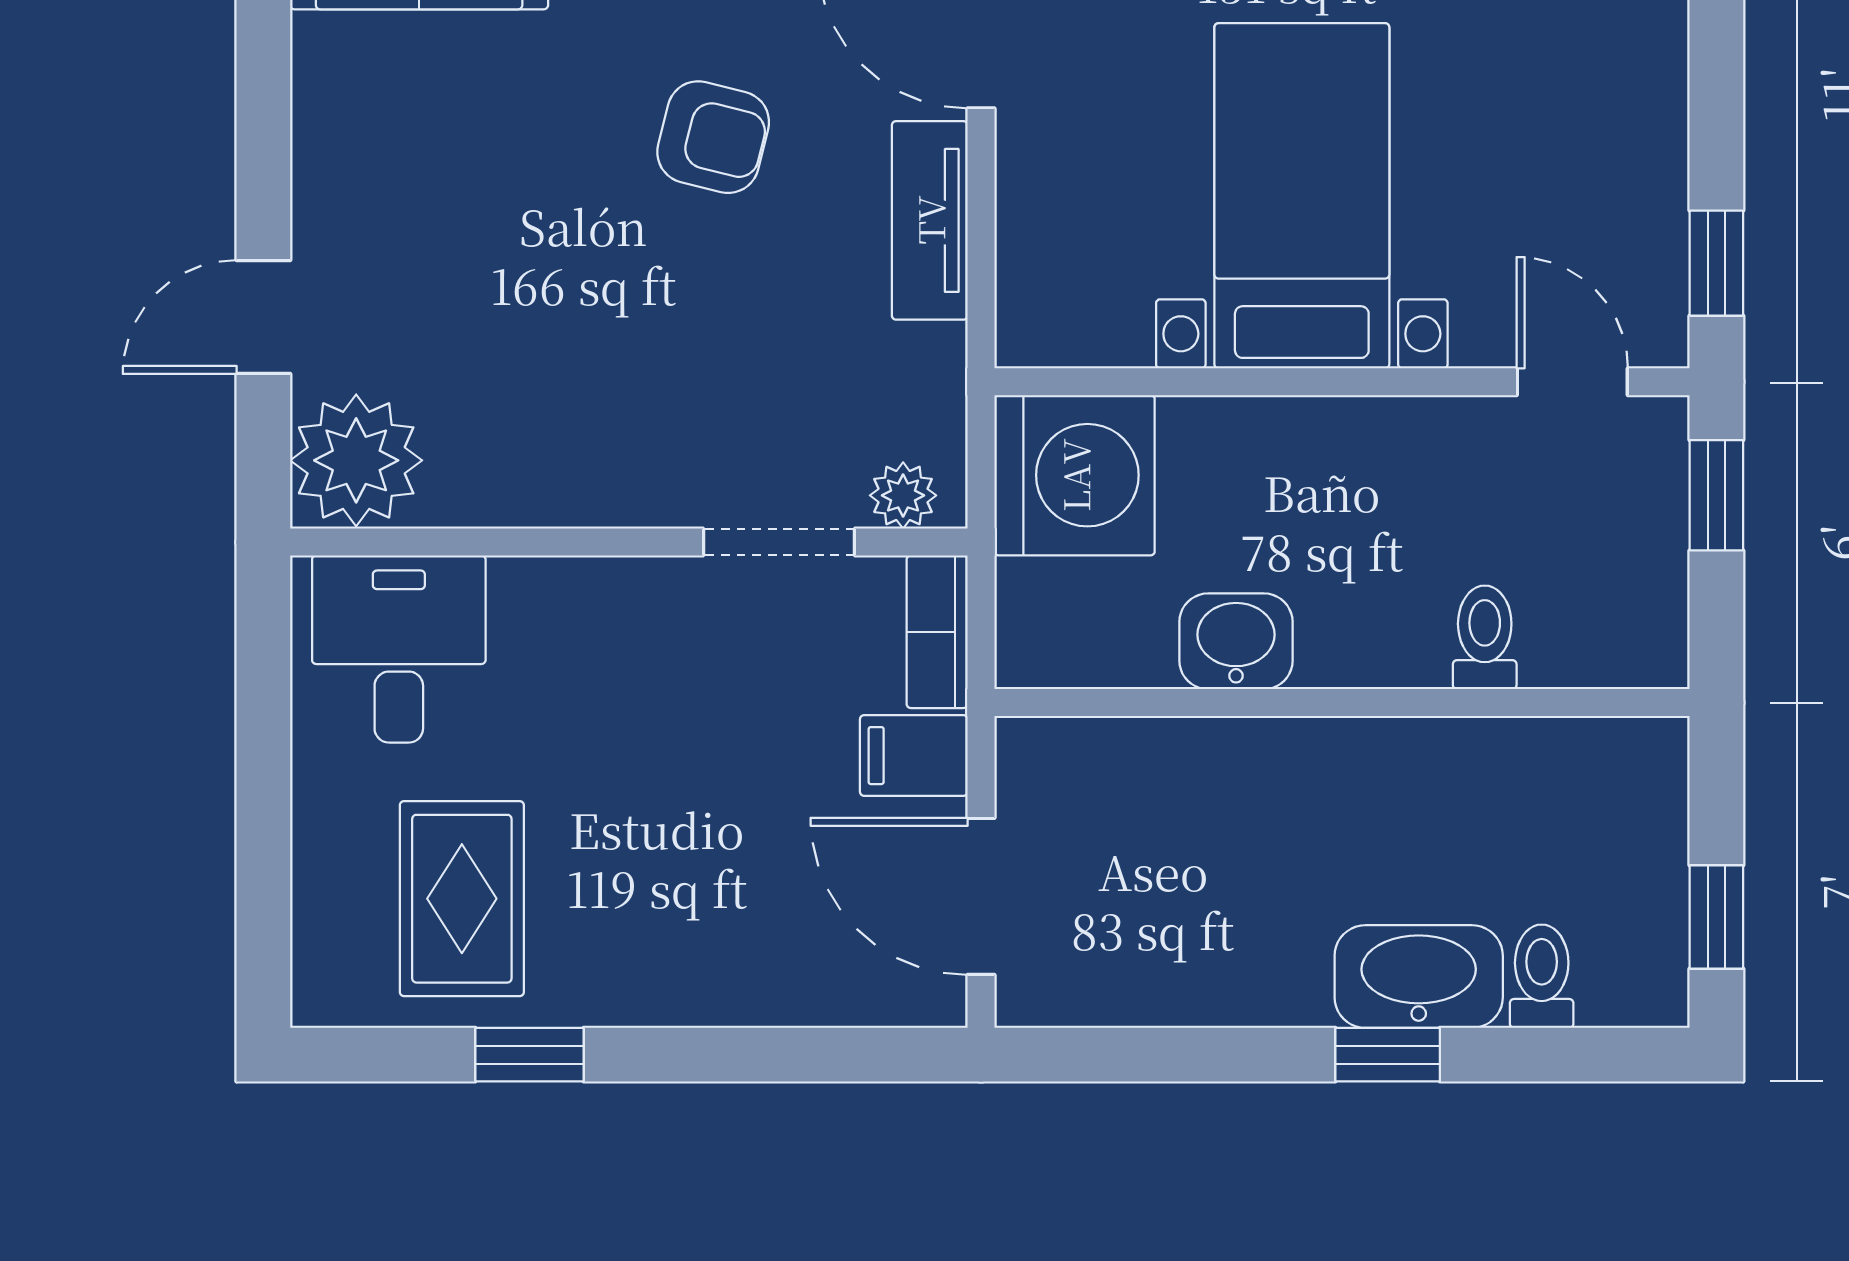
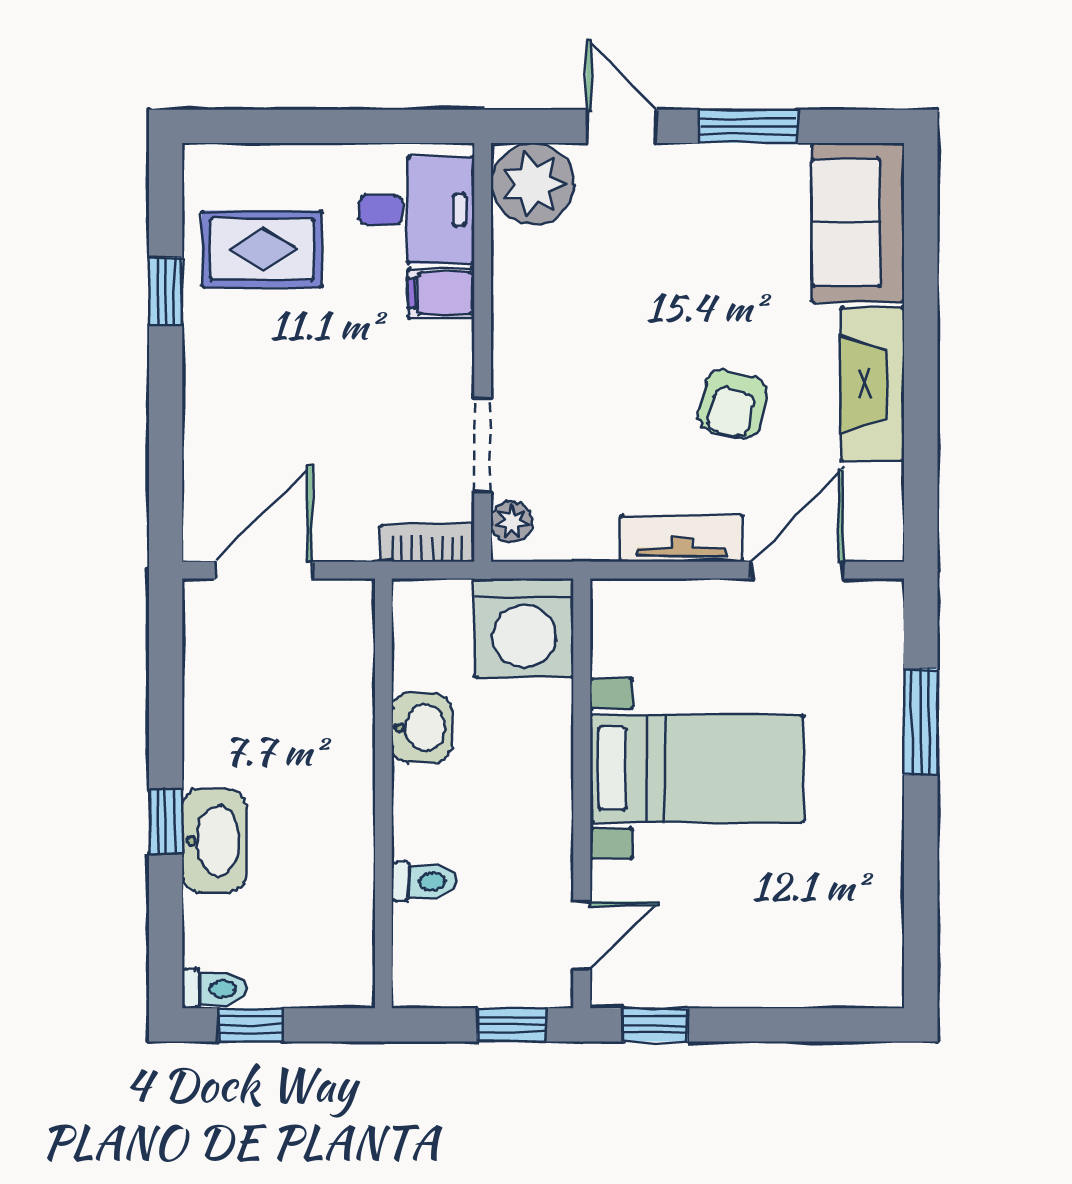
window: (263, 112) -> (748, 126), added
filing cabinet: (914, 756) -> (441, 293), moved, turned -90
toilet: (1542, 976) -> (214, 989), moved

